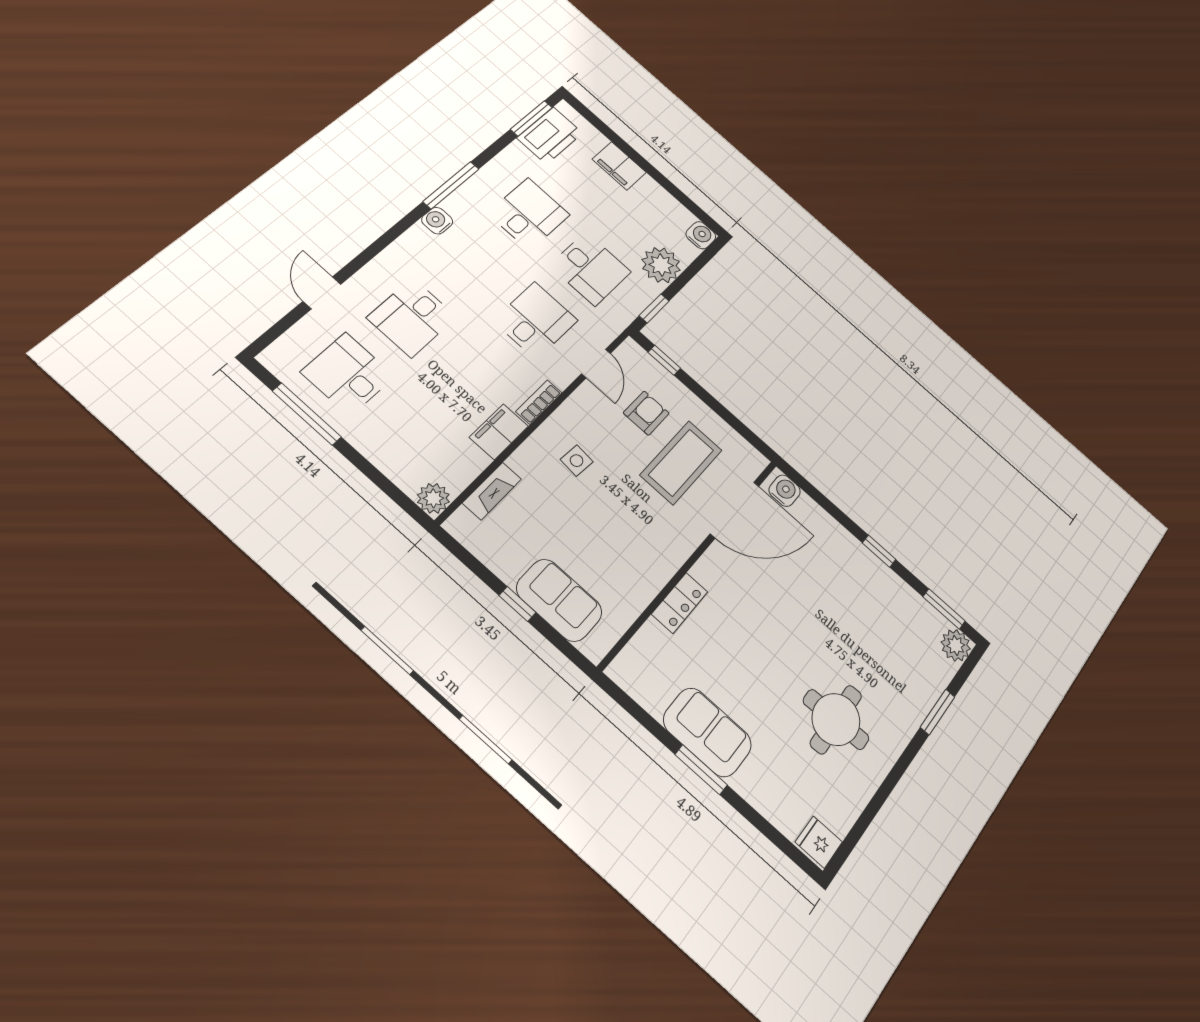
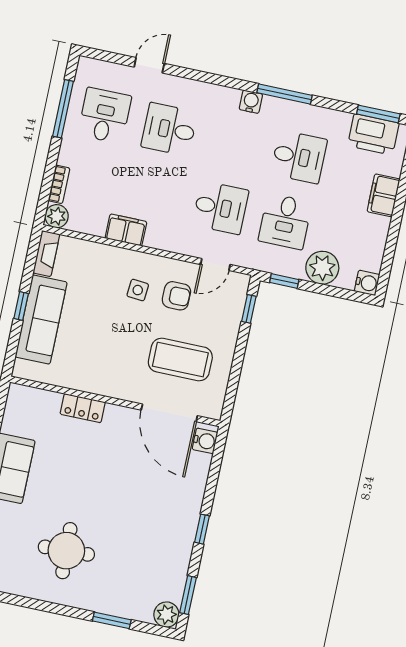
bookcase: (539, 402) -> (59, 184), moved, turned 90
armchair: (646, 413) -> (176, 296), moved
fireplace: (492, 491) -> (46, 254), moved, turned -90
sofa: (559, 600) -> (41, 320), width x1.36

